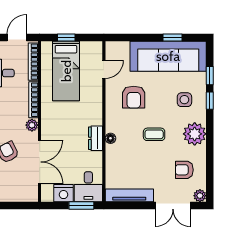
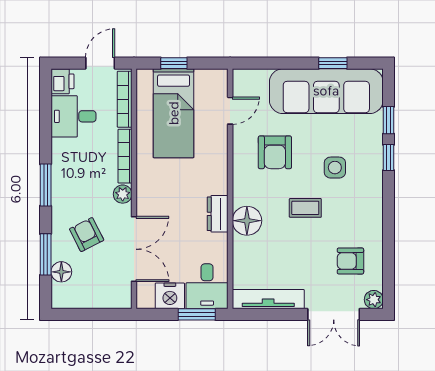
side table: (184, 100) -> (335, 168), moved
plant: (195, 134) -> (366, 207), removed
floor lamp: (110, 138) -> (247, 221), width x1.89, depth x1.89

